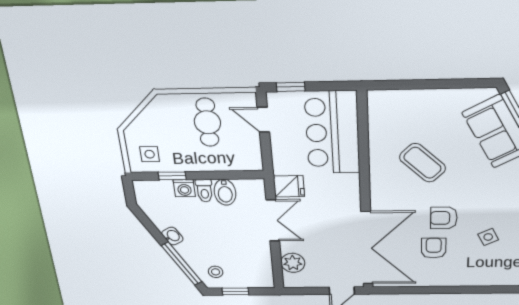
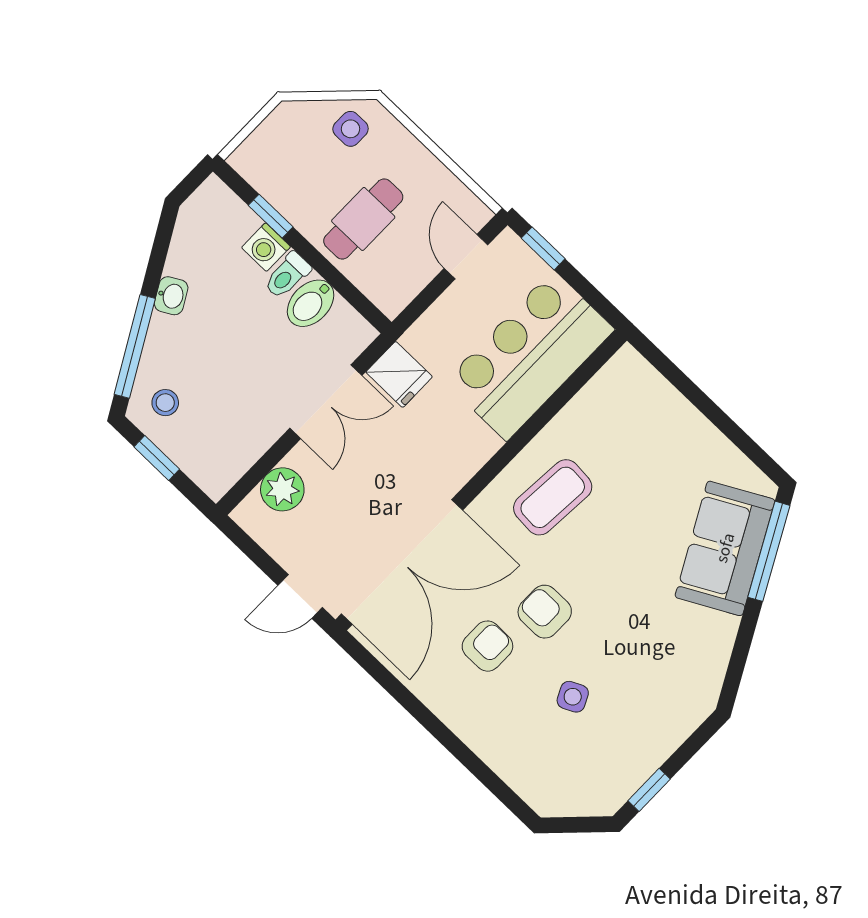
cafe table: (207, 122) -> (363, 219), moved
side table: (150, 154) -> (351, 129), moved
coffee table: (423, 163) -> (553, 497), moved, turned 50

